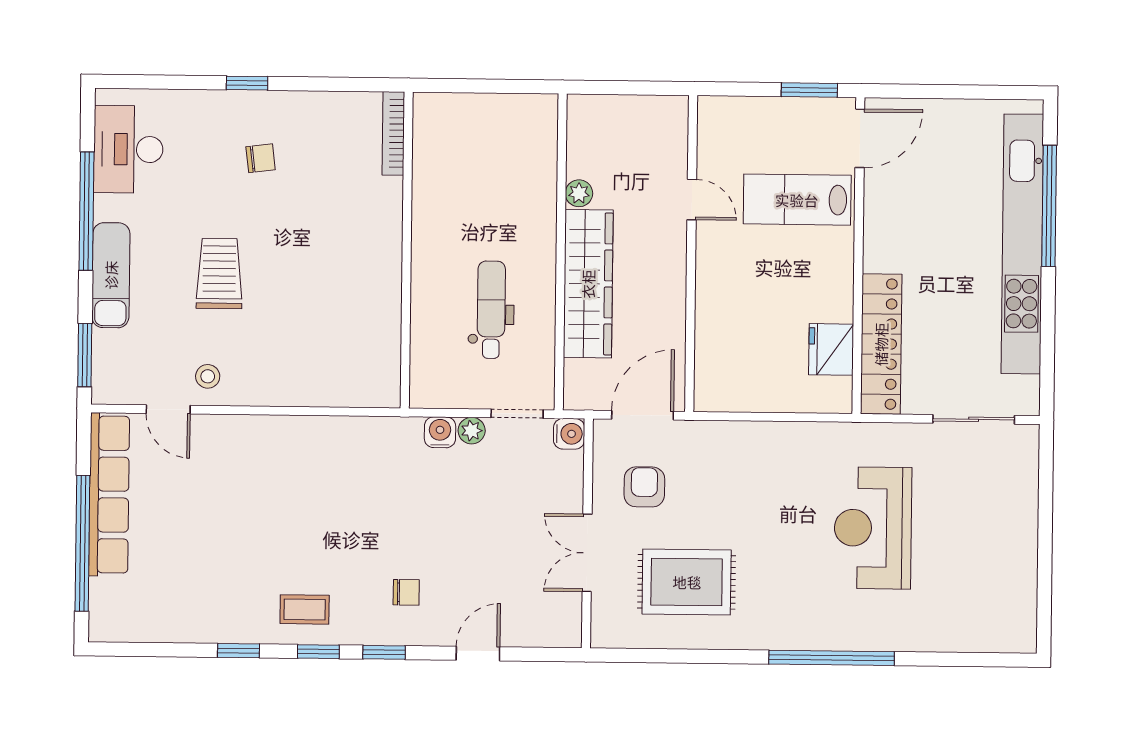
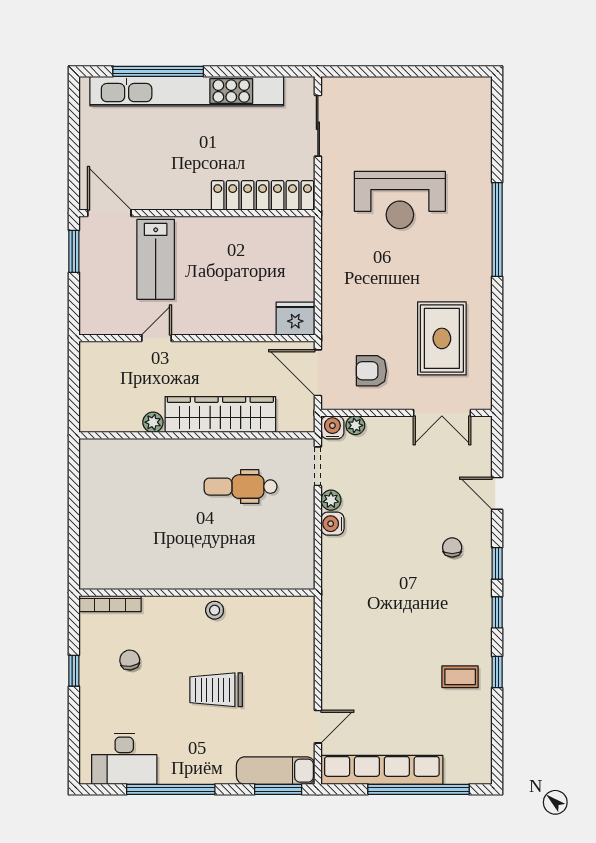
bookcase: (393, 133) -> (110, 604), moved
wall: (407, 250) -> (197, 593), moved
exam couch: (111, 275) -> (276, 771), moved
fridge: (831, 349) -> (295, 319), moved, turned 180
stool: (208, 376) -> (215, 610), moved
plant: (571, 465) -> (355, 425), added
double door: (587, 553) -> (442, 413), moved
coffee table: (305, 609) -> (460, 677), moved, turned 90

